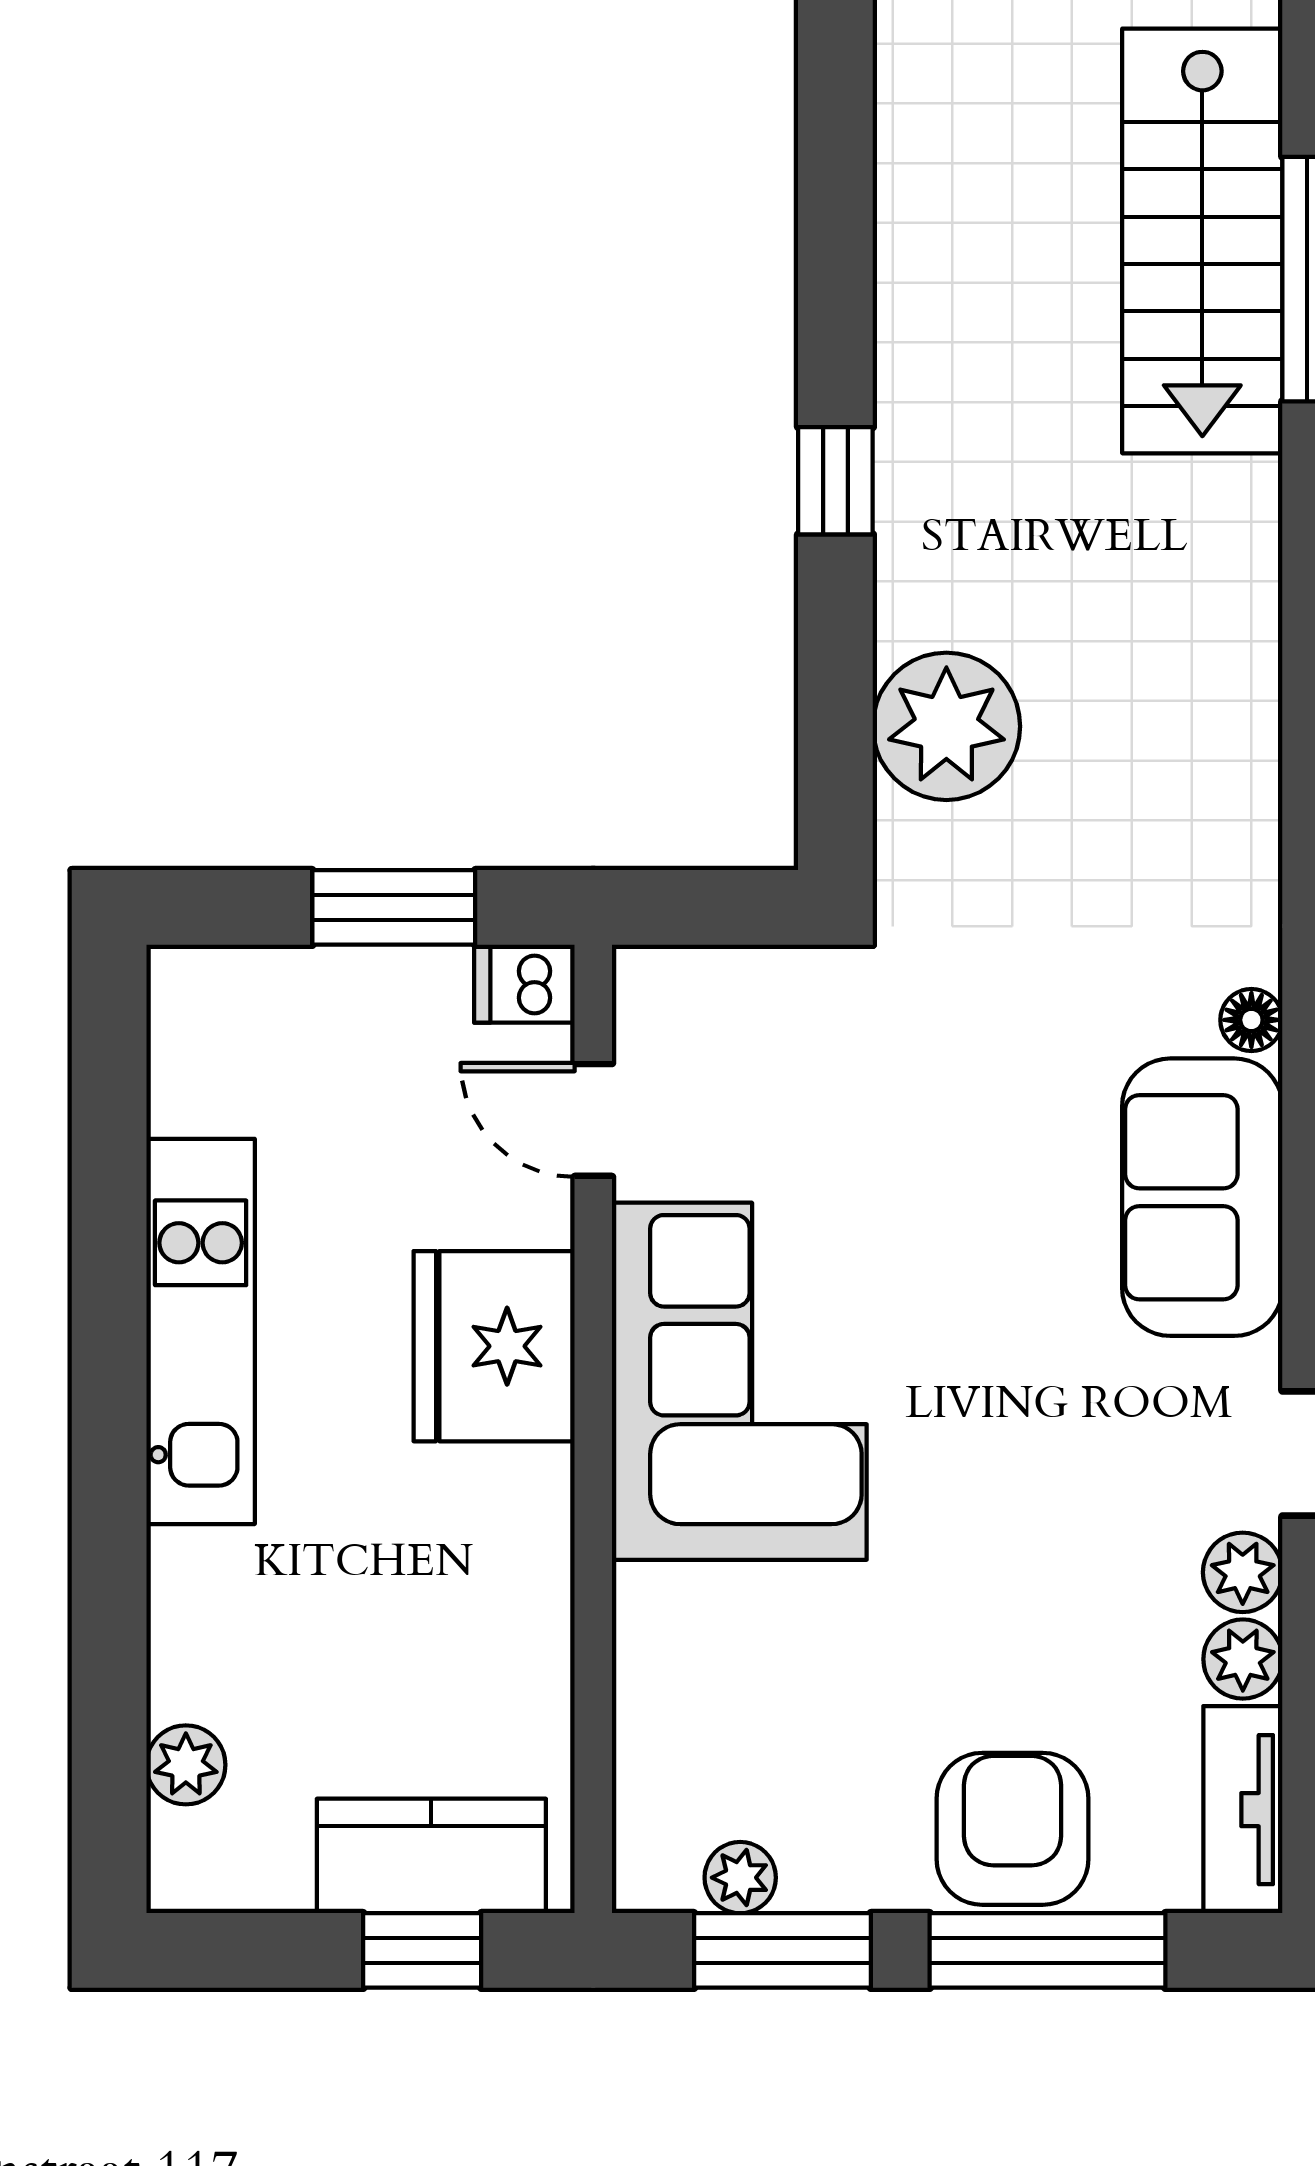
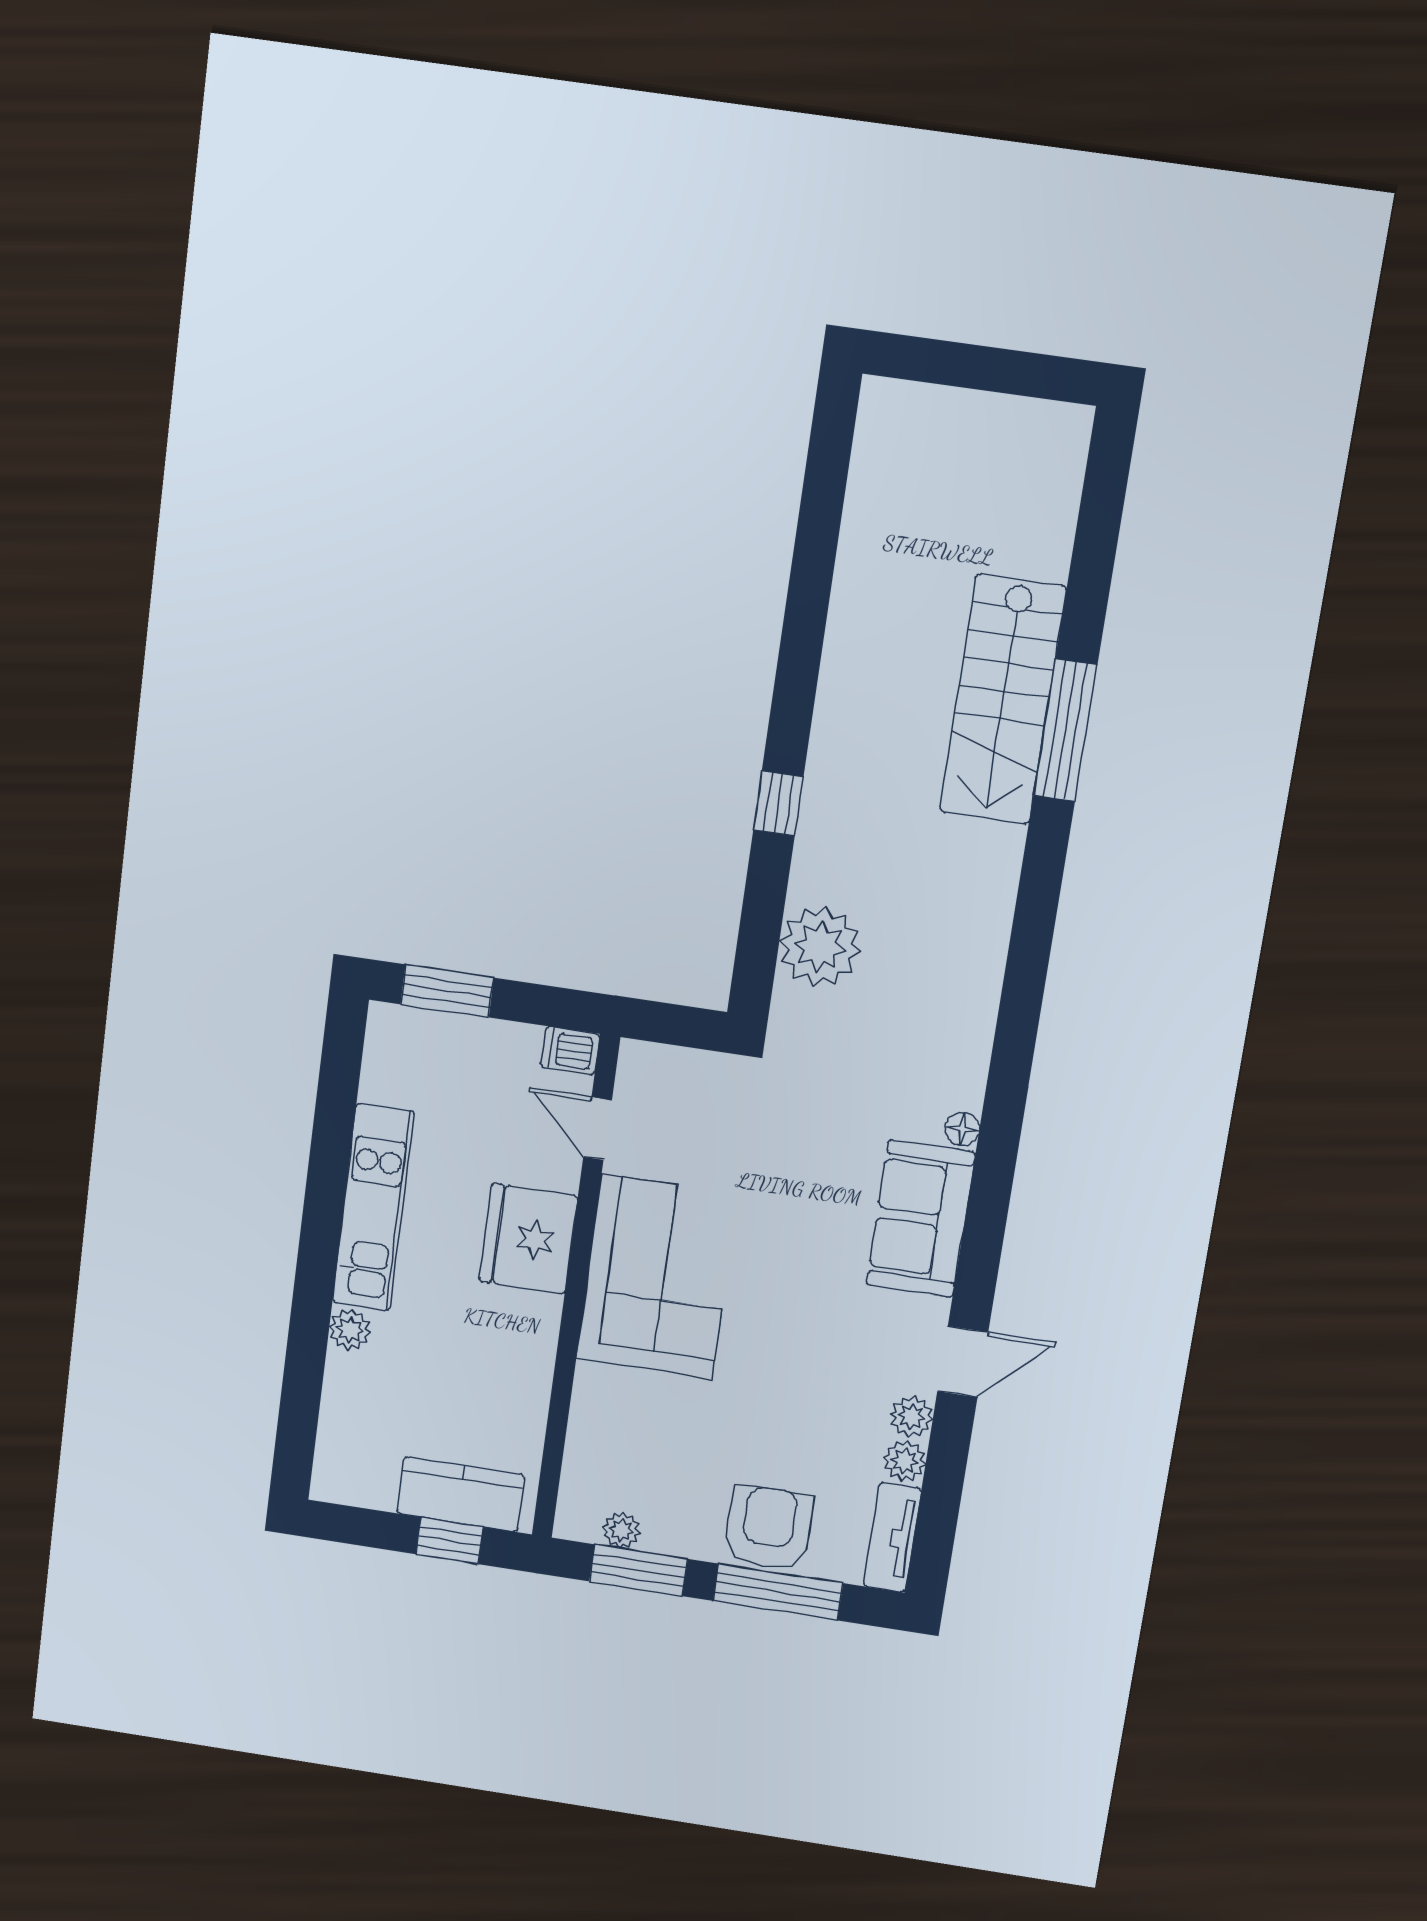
window: (394, 907) -> (447, 991), moved
plant: (186, 1765) -> (350, 1330), moved

